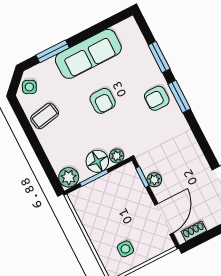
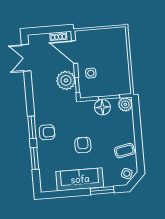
plant: (117, 156) -> (88, 106), removed
plant: (154, 180) -> (66, 80), width x1.87, depth x1.87
door: (164, 219) -> (75, 52), hinge flipped
side table: (125, 249) -> (91, 73), moved

